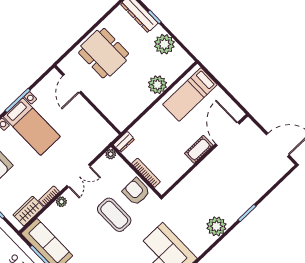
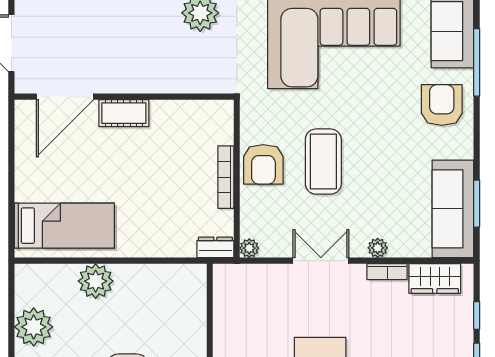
door: (227, 134) -> (65, 97), moved
cot: (199, 149) -> (124, 113), moved
wall: (205, 156) -> (124, 97), moved

